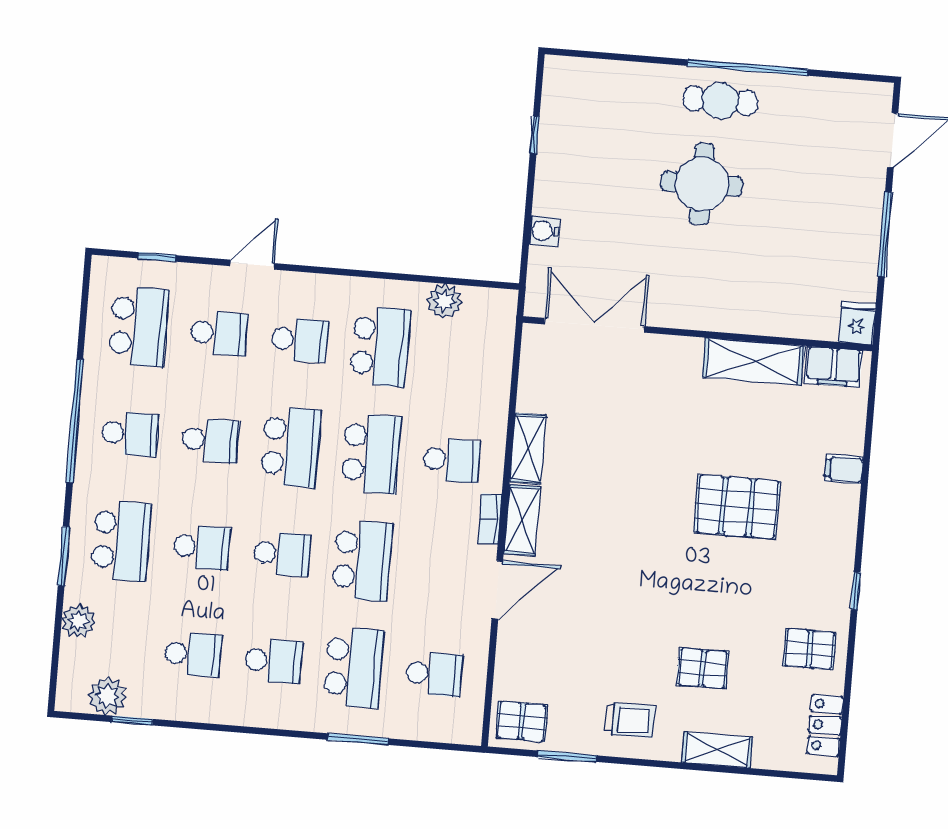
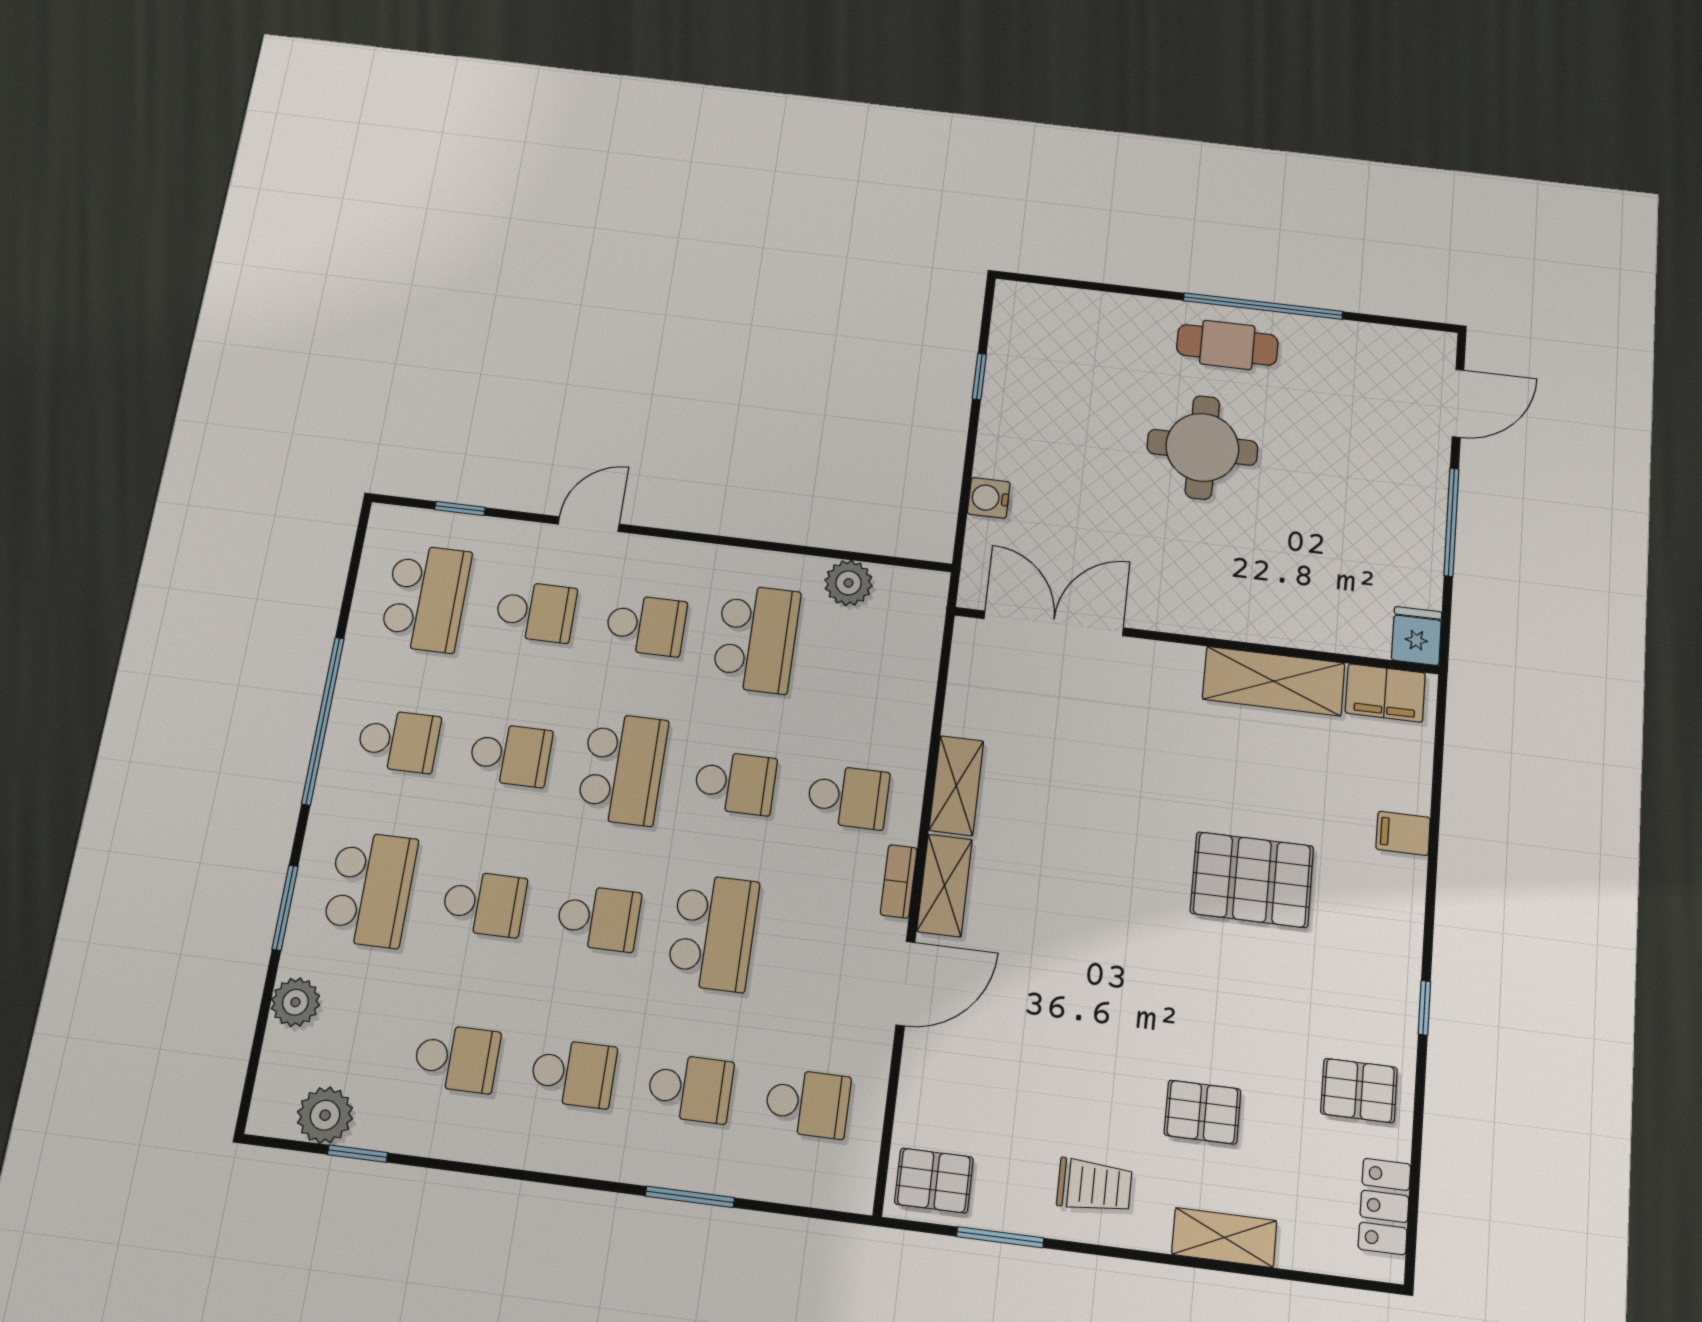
school desk: (371, 453) -> (735, 783), width x0.54
school desk: (354, 667) -> (690, 1088), width x0.54

